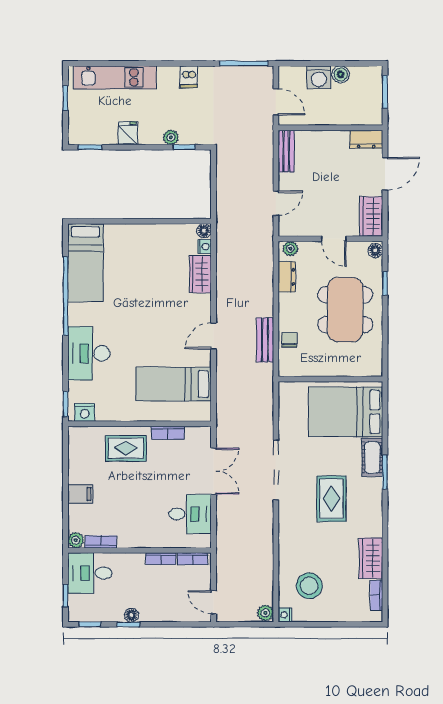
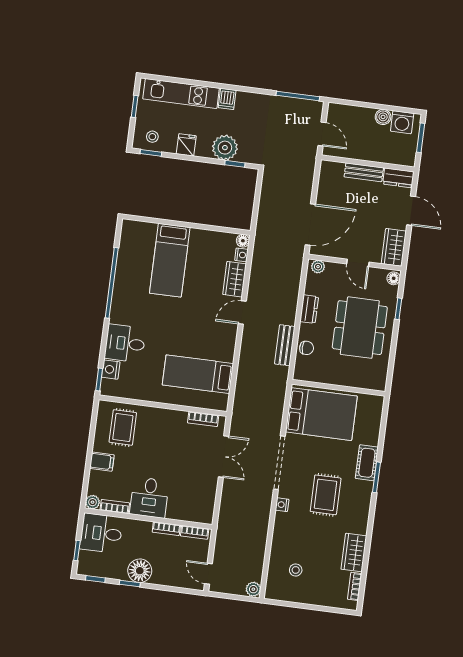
dishwasher: (189, 77) -> (227, 99), moved
washing machine: (319, 77) -> (402, 122), moved
stool: (89, 129) -> (152, 137), added
plant: (171, 137) -> (225, 148), width x1.87, depth x1.87
bench: (286, 151) -> (364, 172), moved, turned 90
door: (385, 174) -> (411, 211), hinge flipped
door: (276, 203) -> (310, 225), width x1.88
bed: (85, 263) -> (170, 260), moved
dresser: (287, 277) -> (309, 309), moved
door: (214, 336) -> (242, 312), moved
chair: (289, 340) -> (307, 348), turned 90
desk: (89, 353) -> (125, 343), width x0.73
nightstand: (85, 412) -> (111, 370), moved, turned 90
bed: (346, 412) -> (321, 414), moved, turned 180
bookcase: (168, 433) -> (203, 419), moved
rug: (126, 448) -> (123, 427), moved, turned 90
desk: (190, 514) -> (149, 497), moved, turned 90
stool: (309, 586) -> (296, 570), width x0.53, depth x0.53
floor lamp: (131, 615) -> (140, 571), width x1.89, depth x1.89
nightstand: (285, 615) -> (282, 505), moved

